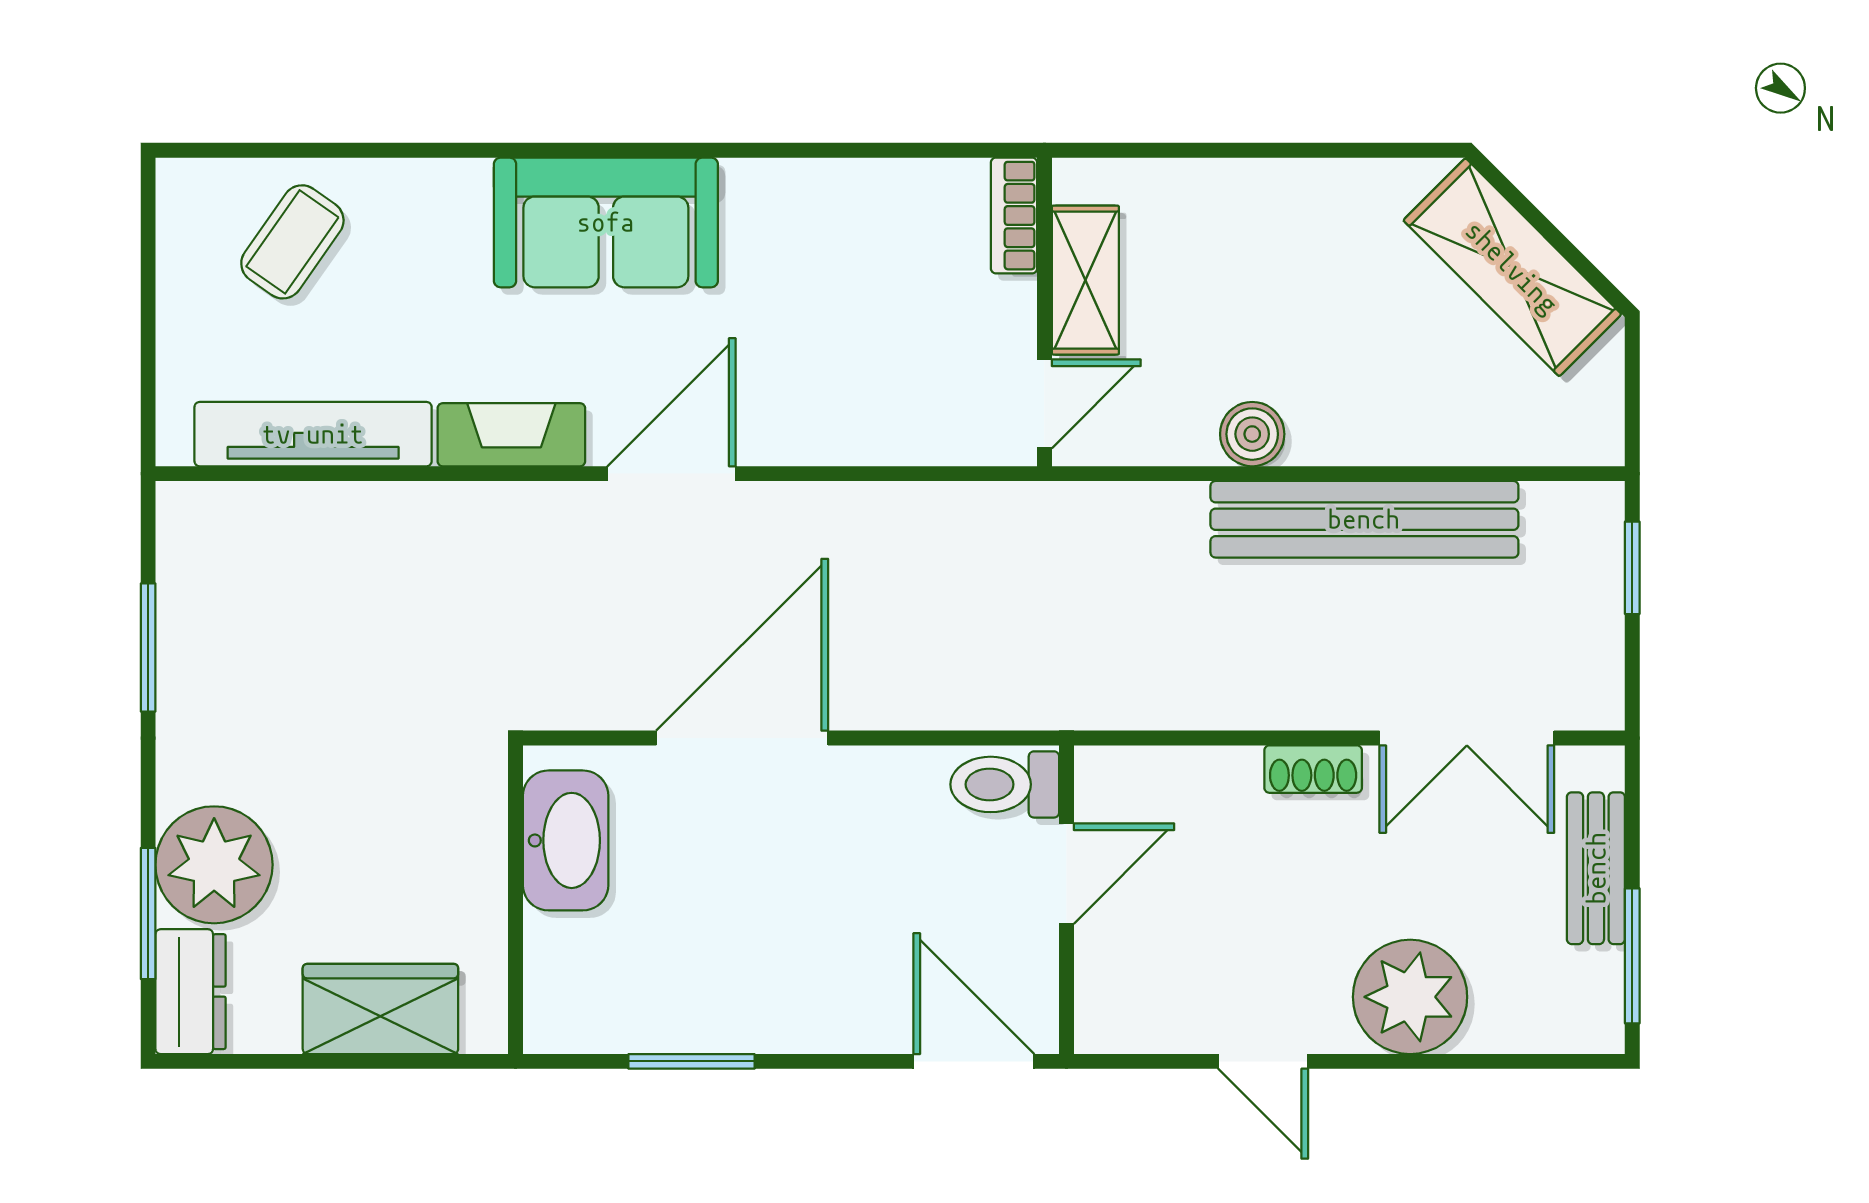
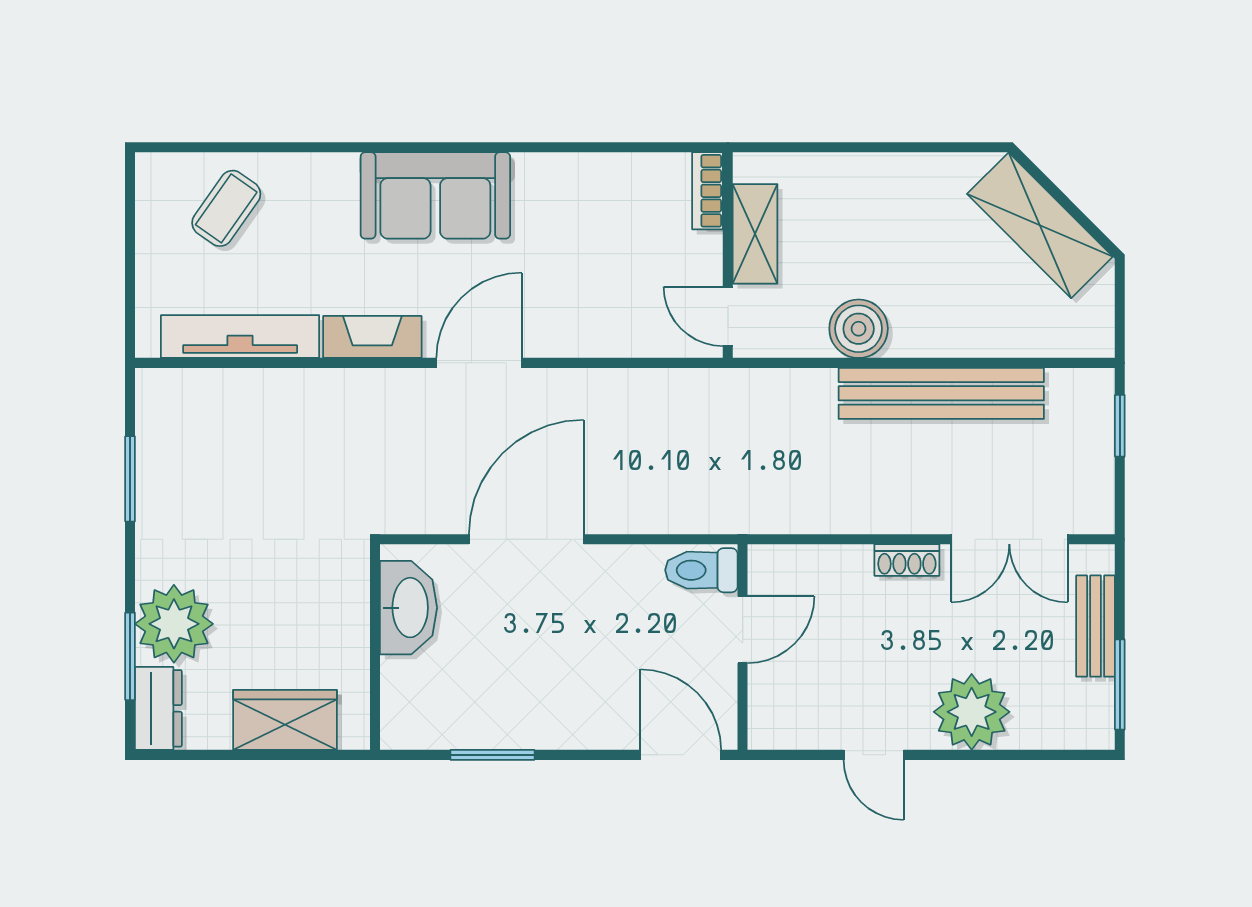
door: (1044, 404) -> (728, 316), swing flipped
boiler: (1252, 434) -> (859, 329), width x1.36, depth x1.36

